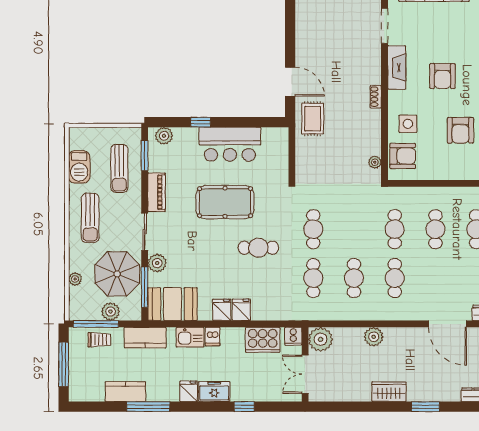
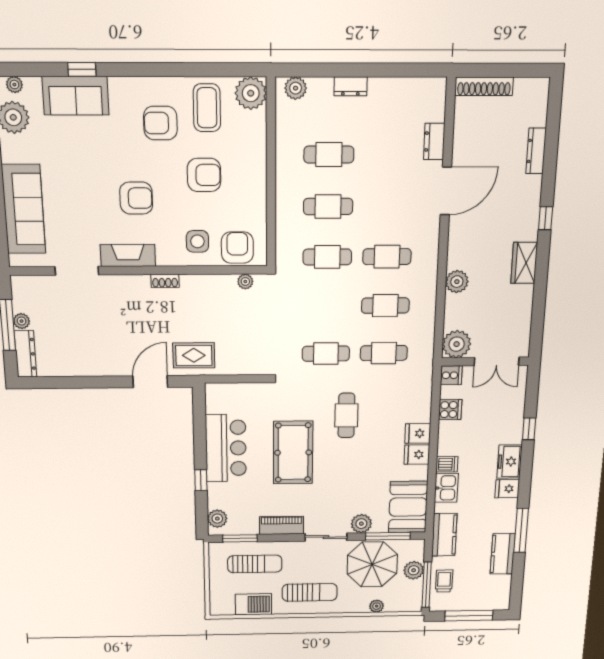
cooker: (263, 340) -> (450, 410), width x0.53, depth x0.76
window: (425, 407) -> (546, 218), width x0.67

